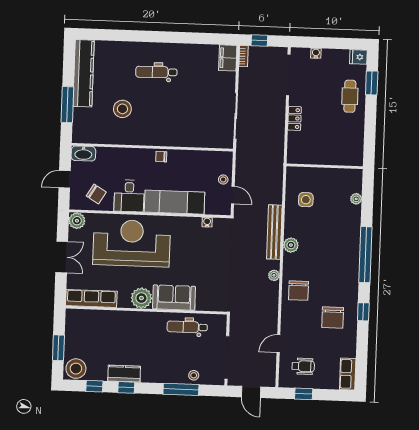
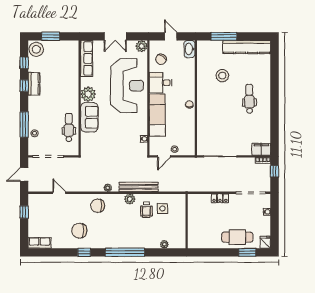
cafe table: (350, 96) -> (237, 237), width x1.37, depth x1.35
wheelchair: (303, 366) -> (146, 210), moved

